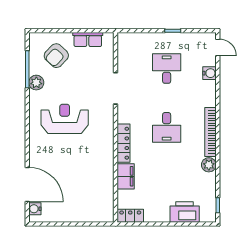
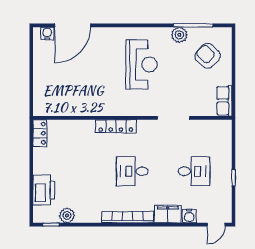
row of seats: (88, 40) -> (224, 101), moved
plant: (209, 165) -> (67, 215), moved
filing cabinet: (126, 176) -> (168, 214), moved, turned 180

